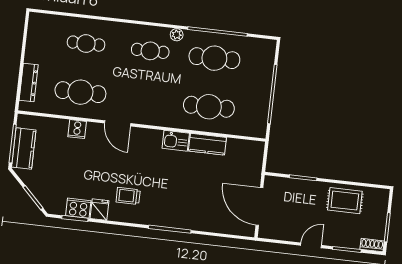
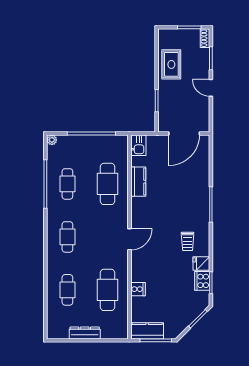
plant: (177, 35) -> (52, 140), moved
cafe table: (214, 58) -> (67, 184), width x0.73, depth x0.74
dresser: (29, 83) -> (85, 333), moved
door: (118, 123) -> (129, 239), moved
kitchen sink: (176, 141) -> (138, 145), moved
kitchen counter: (24, 149) -> (147, 331), moved

